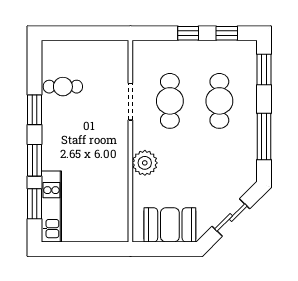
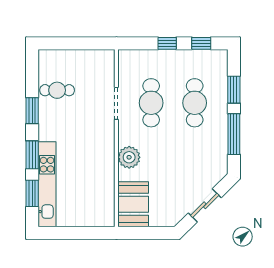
window: (264, 69) -> (234, 90), moved
kitchen unit: (51, 207) -> (47, 184), width x1.36
booth: (170, 225) -> (133, 204), moved, turned 90

